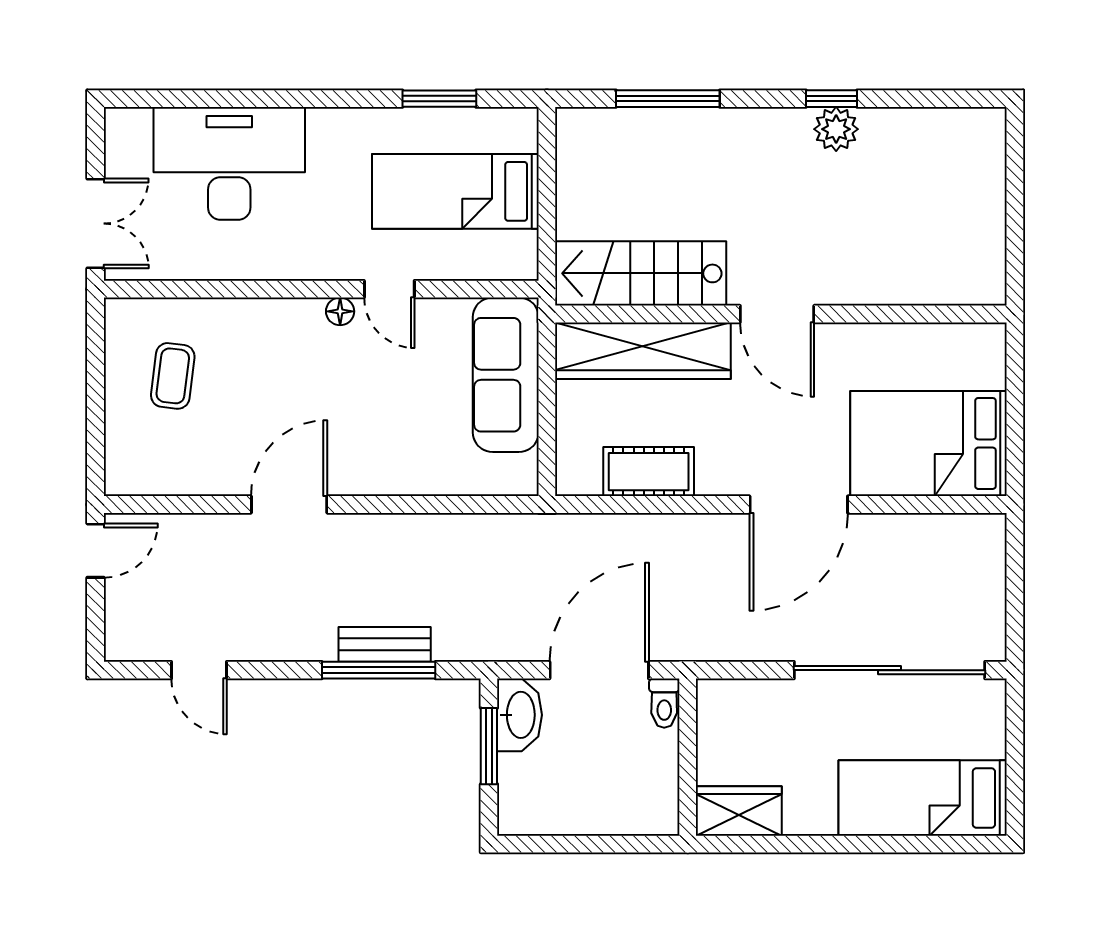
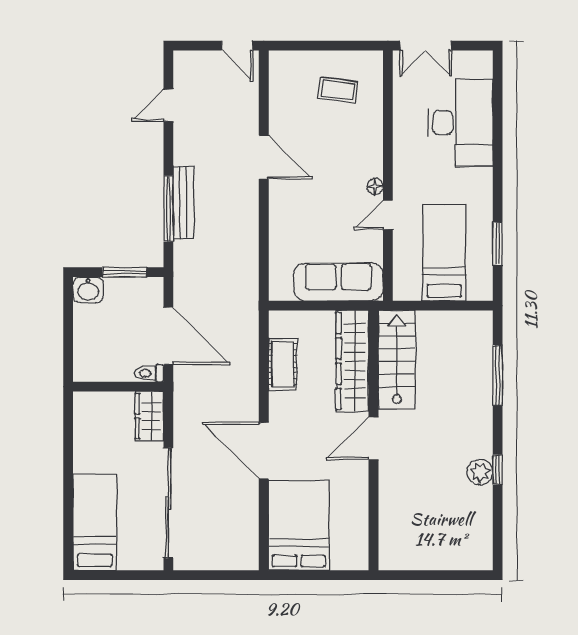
bench: (385, 644) -> (183, 203), width x1.36
washbasin: (519, 715) -> (88, 290), moved, width x0.72
wardrobe: (739, 811) -> (149, 416), moved, turned 180

